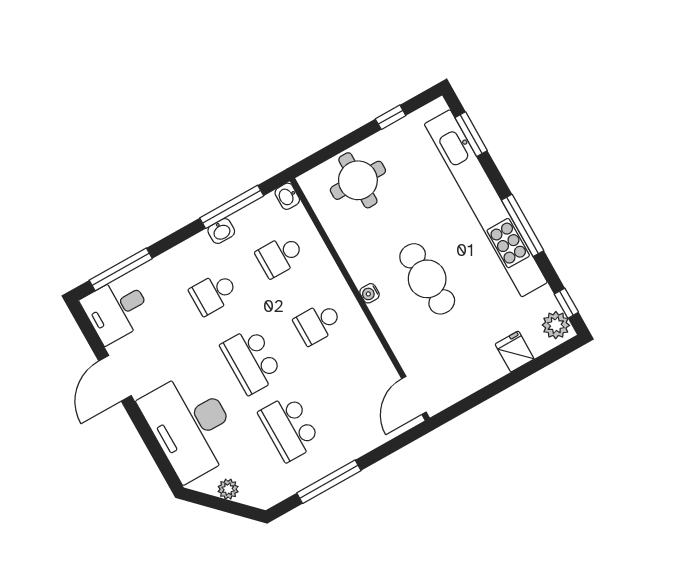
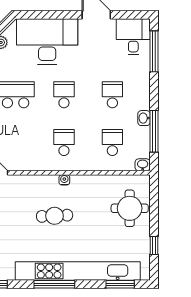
cafe table: (427, 279) -> (55, 216), width x0.73, depth x0.74
school desk: (251, 361) -> (64, 95), width x0.54

